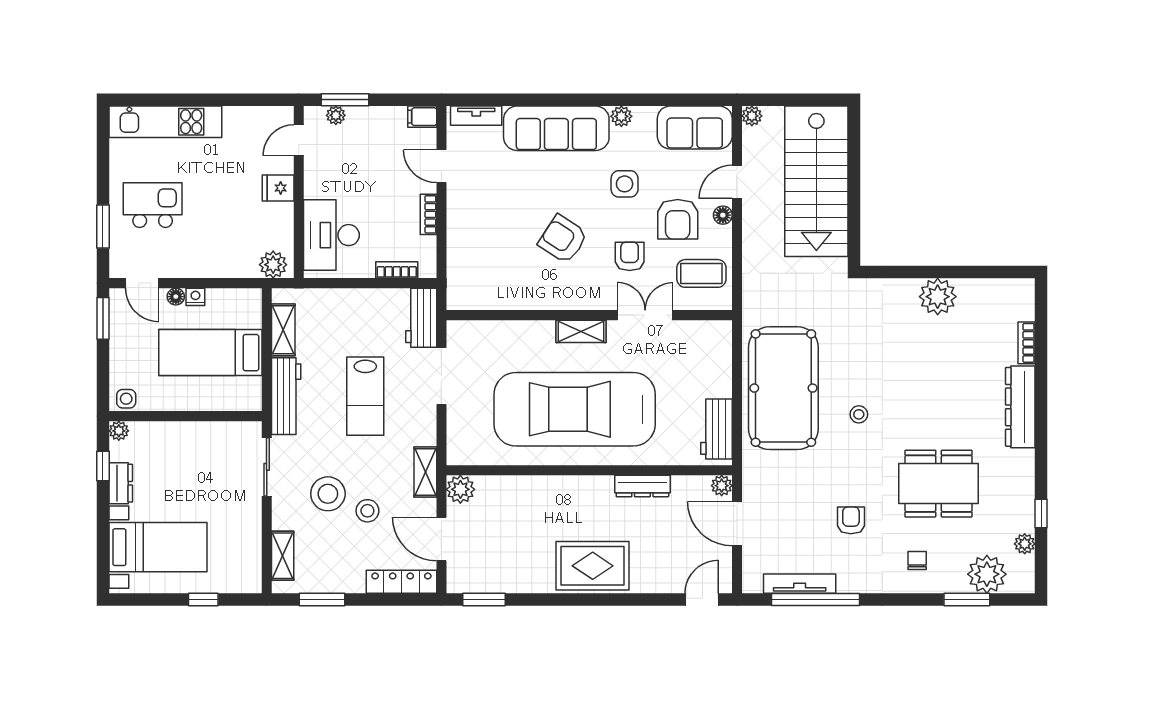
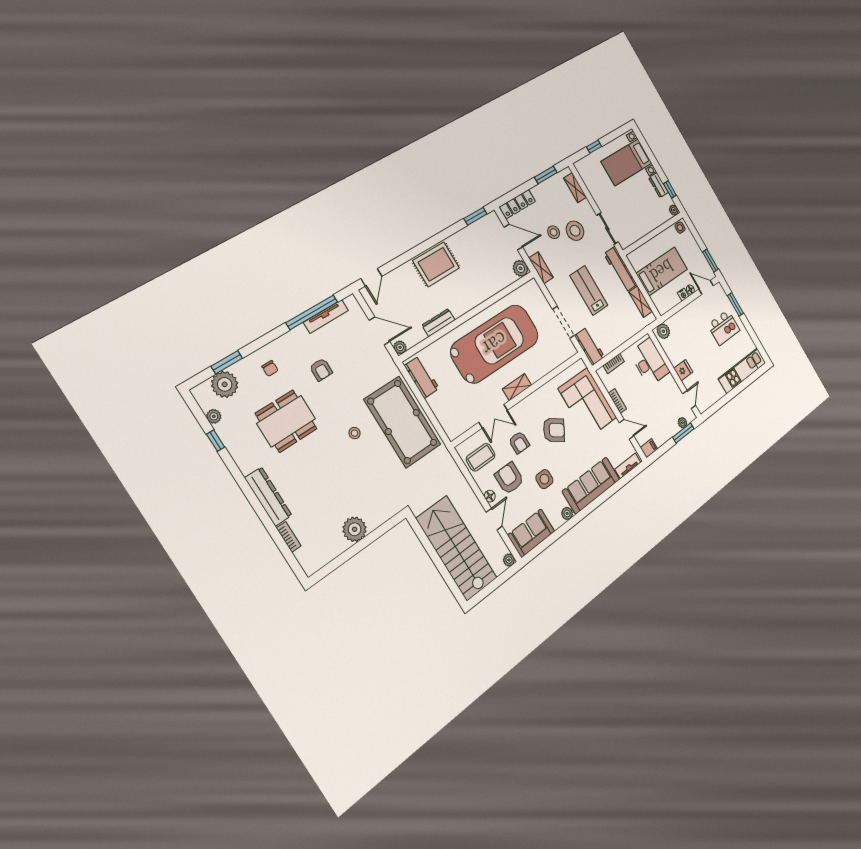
corner sofa: (481, 242) -> (588, 403), added

